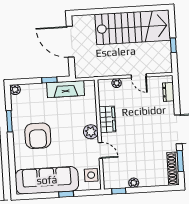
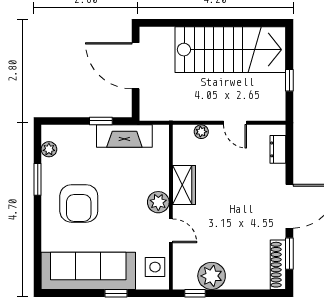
plant: (15, 90) -> (49, 149), moved
plant: (134, 183) -> (212, 276), width x1.87, depth x1.87

